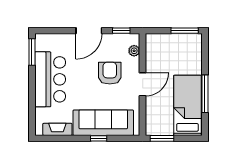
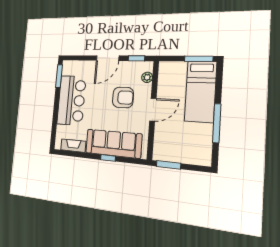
armchair: (110, 73) -> (123, 97), turned 90
bed: (187, 105) -> (201, 92), moved, turned 180

